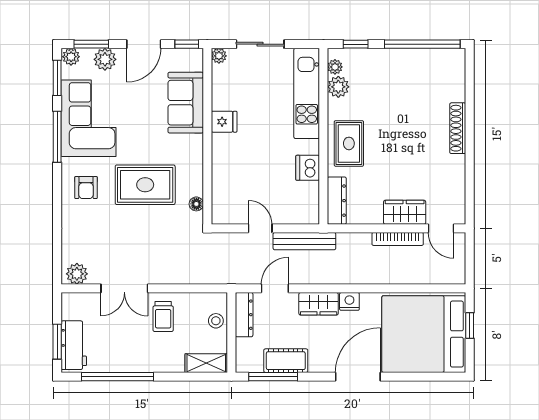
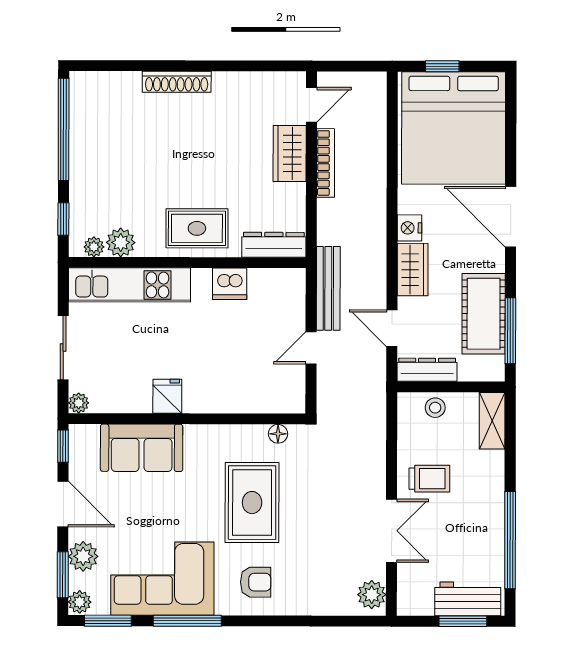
cot: (286, 361) -> (484, 314), width x1.37, depth x1.34

